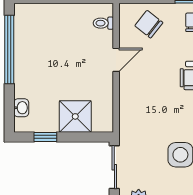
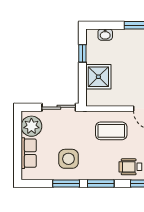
coffee table: (145, 100) -> (111, 131), added

